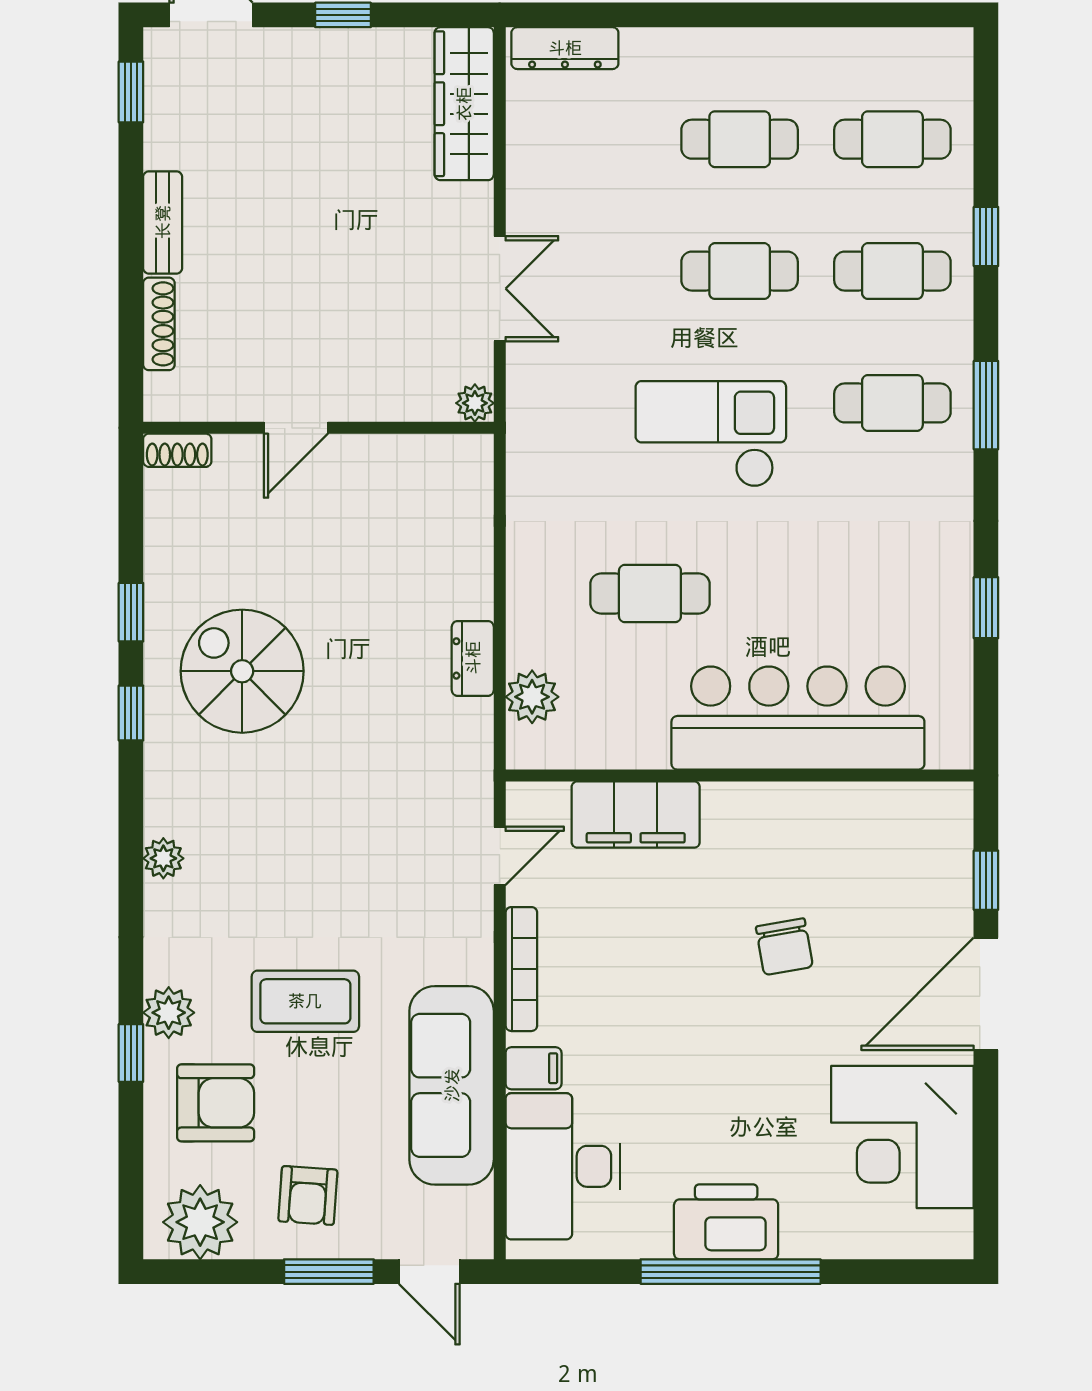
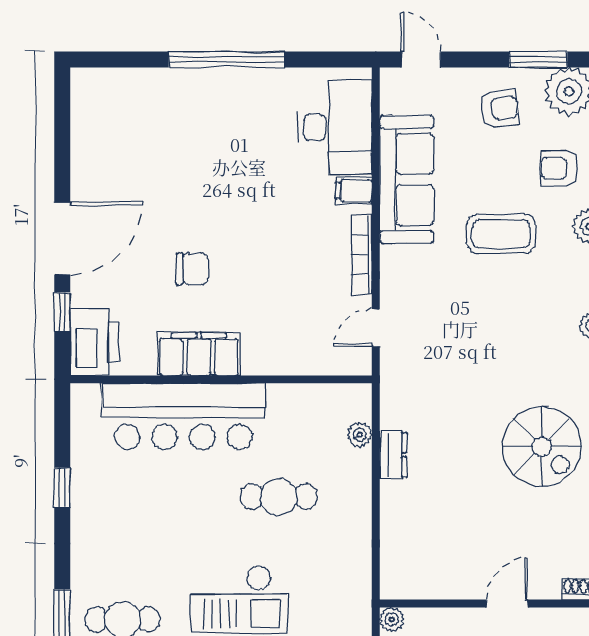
plant: (532, 697) -> (360, 435), width x0.73, depth x0.73
filing cabinet: (636, 815) -> (199, 354), moved
chair: (784, 947) -> (192, 269), turned 100
armchair: (216, 1103) -> (559, 168), width x0.72, depth x0.72
corner desk: (902, 1137) -> (116, 146), removed
armchair: (308, 1196) -> (499, 108), turned 80
printer: (726, 1222) -> (94, 342), moved, turned -90
window: (329, 1272) -> (538, 59), moved

